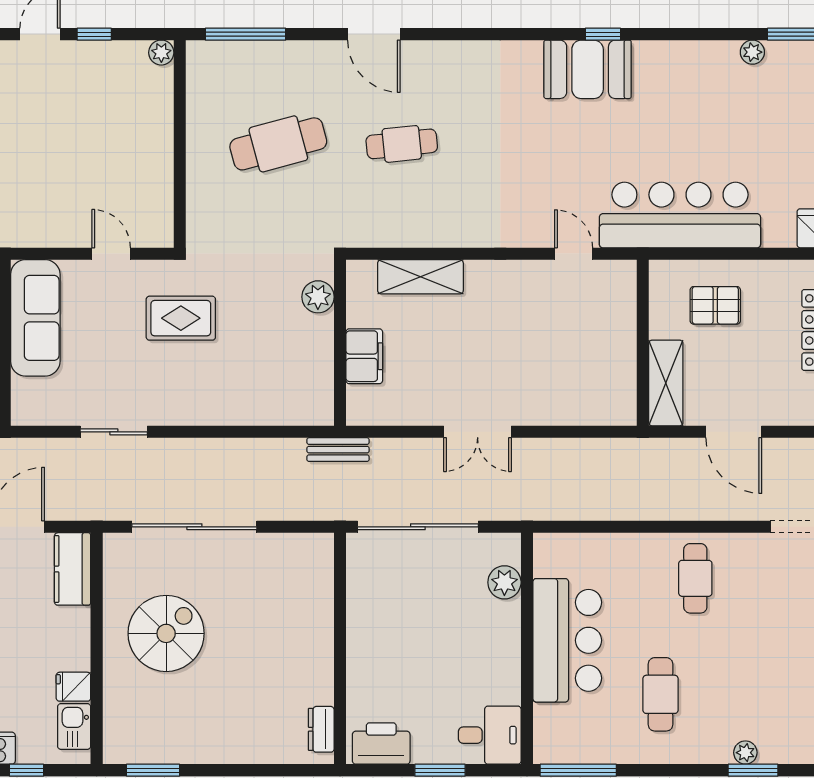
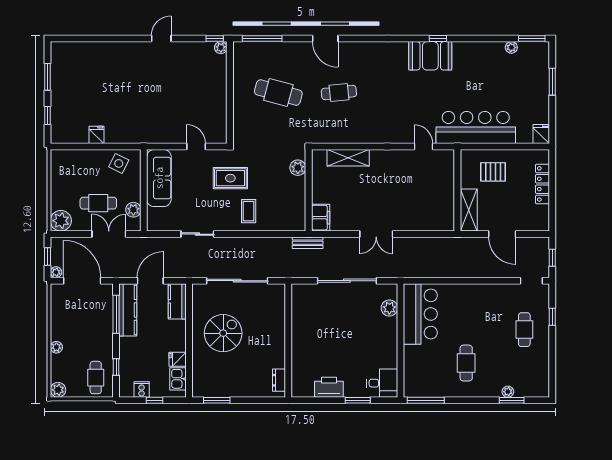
window: (94, 34) -> (215, 39), moved
cafe table: (278, 144) -> (278, 93), turned 30
filing cabinet: (364, 356) -> (321, 218), moved
coffee table: (218, 385) -> (249, 211), added
cafe table: (695, 578) -> (524, 330), moved
bar counter: (567, 640) -> (420, 314), moved
wall: (340, 648) -> (288, 340), moved
dresser: (321, 729) -> (279, 380), moved

